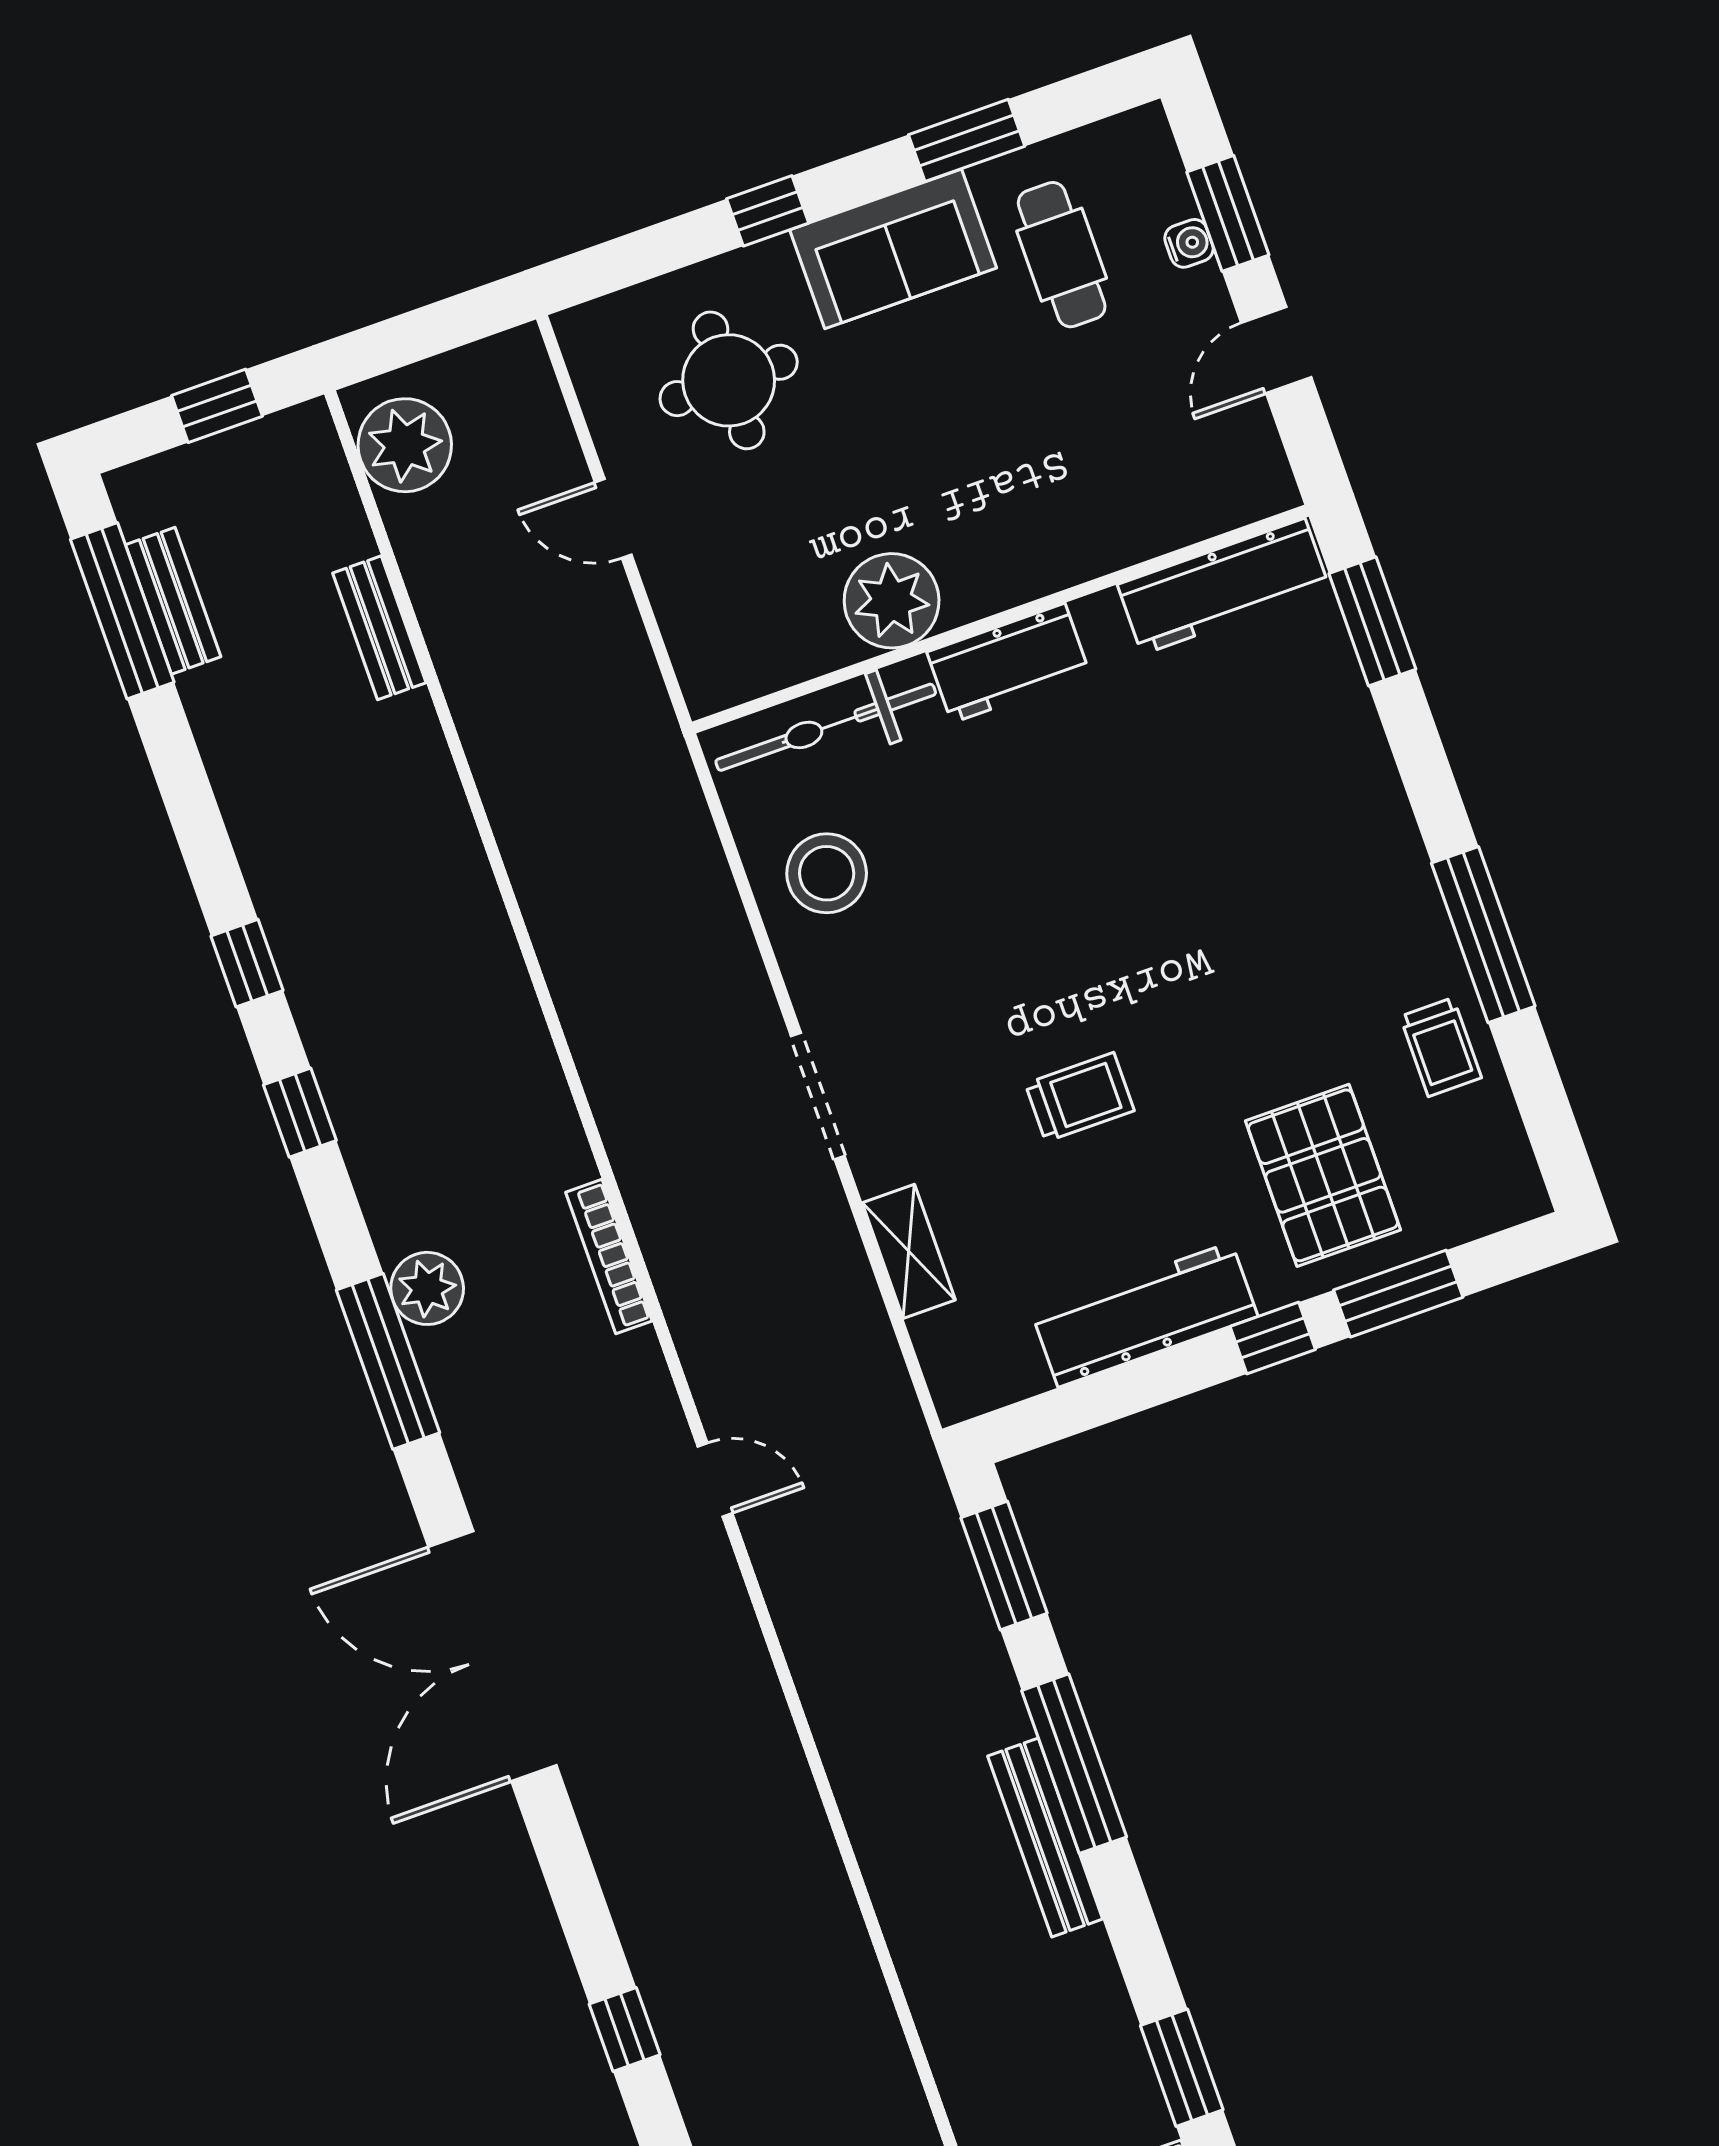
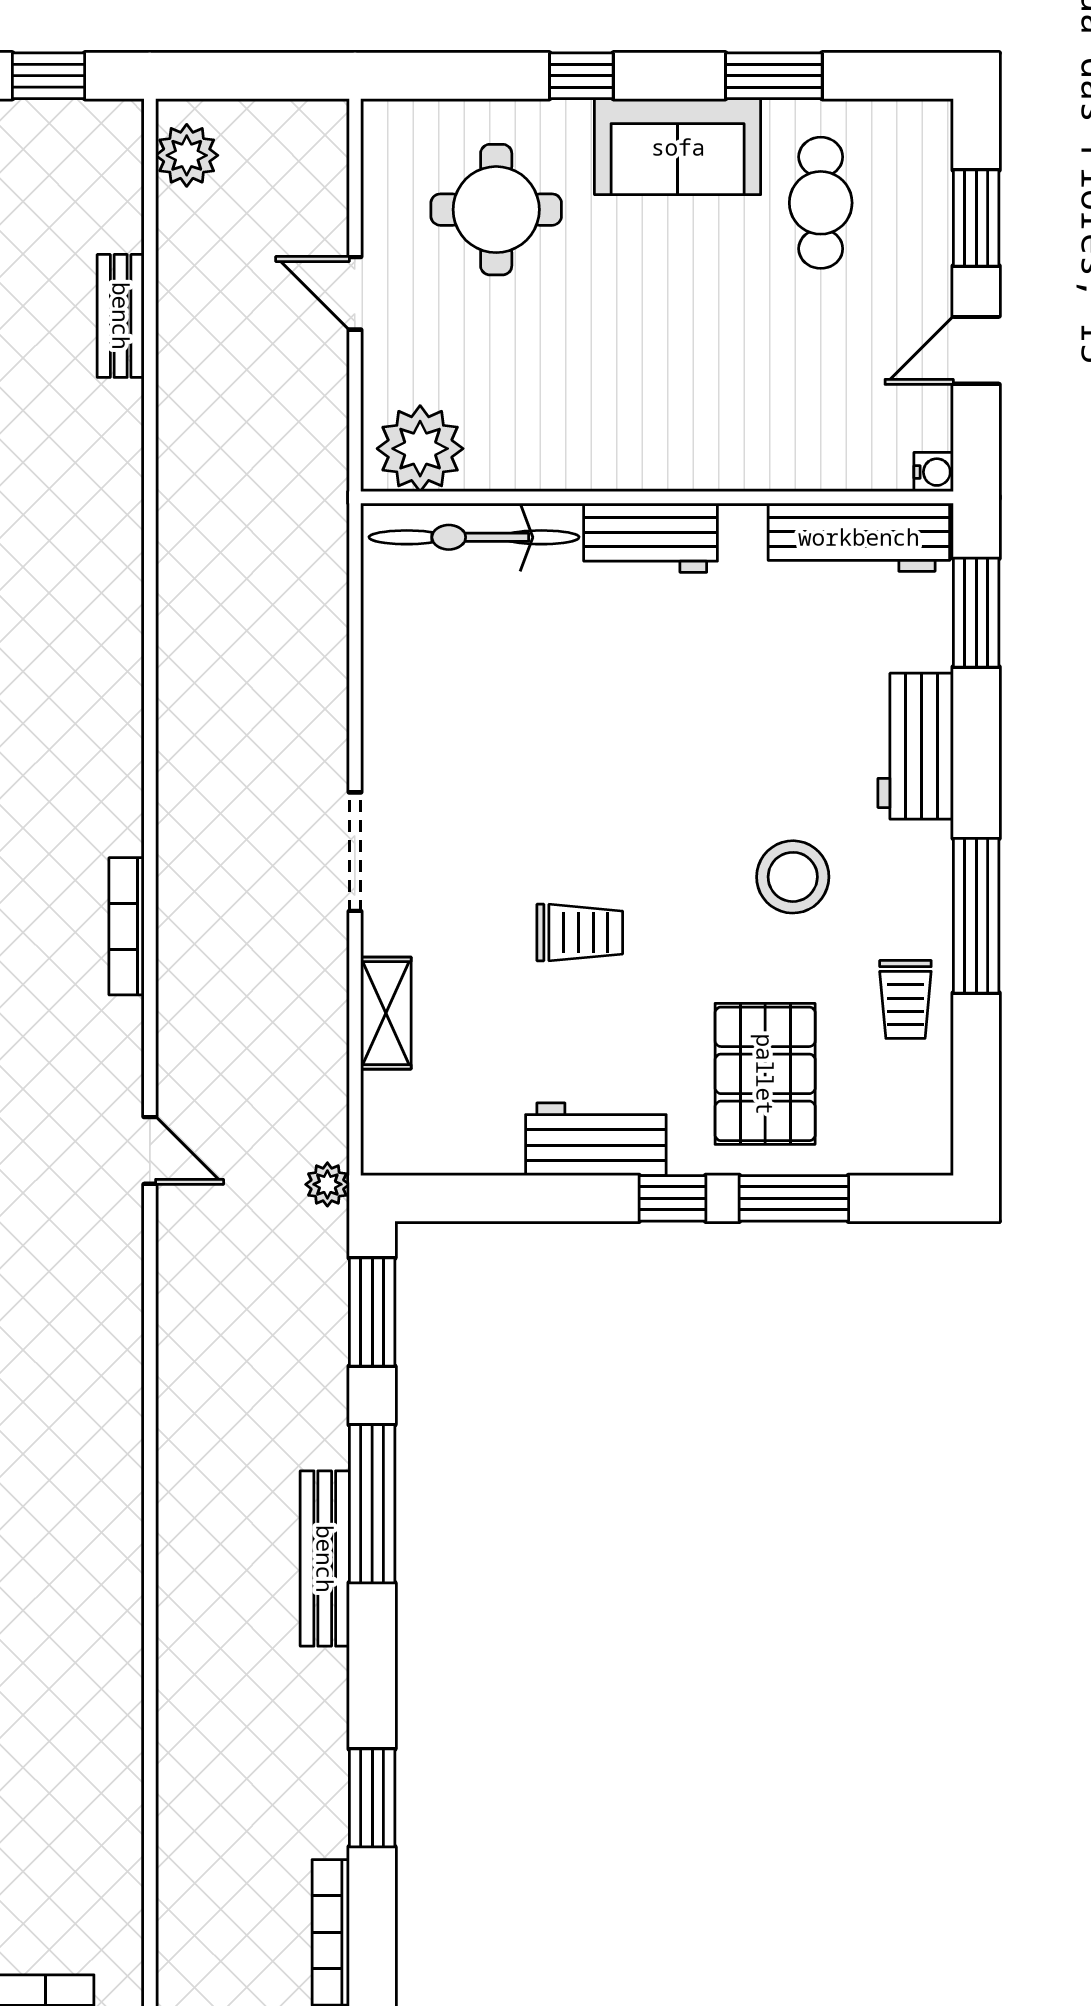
water cooler: (1189, 243) -> (934, 472), moved
plant: (405, 445) -> (187, 155), width x0.73, depth x0.73
plant: (892, 601) -> (420, 449), moved
workbench: (1359, 782) -> (916, 746), added
stool: (827, 873) -> (793, 877), moved
workbench: (1145, 1315) -> (596, 1139), width x0.73
plant: (911, 1450) -> (327, 1184), added

